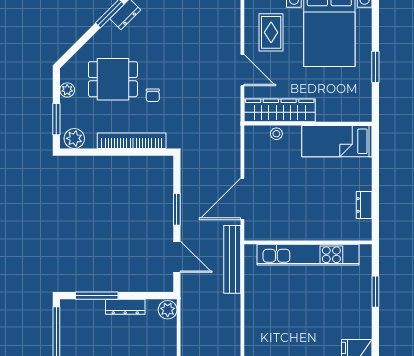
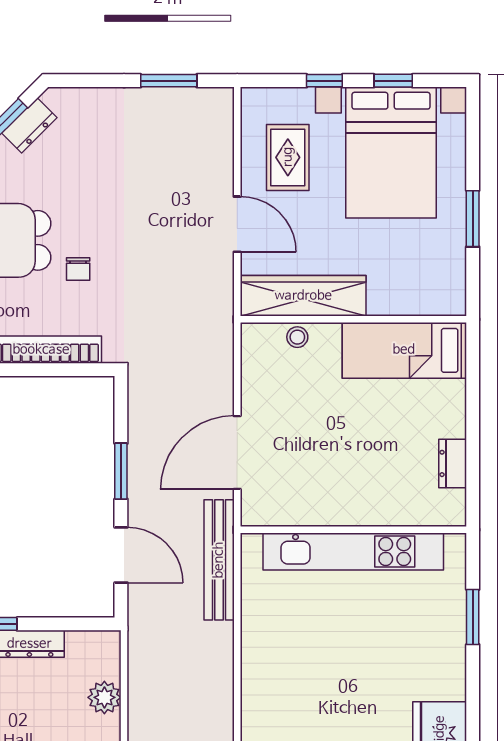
plant: (168, 310) -> (104, 697), moved

